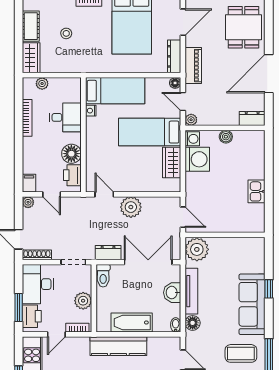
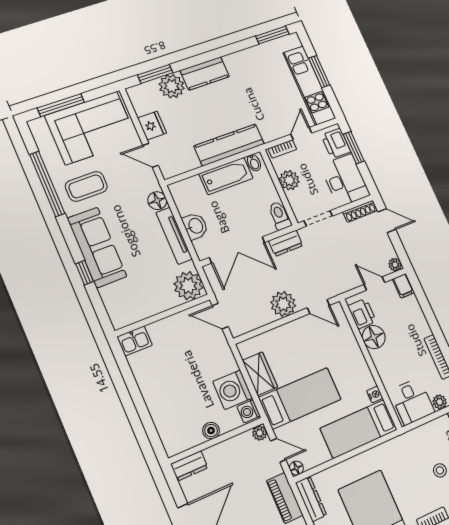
desk: (65, 117) -> (412, 401), moved, turned -90
kitchen sink: (257, 191) -> (135, 341), moved, turned 90
bidet: (176, 325) -> (254, 163), moved

